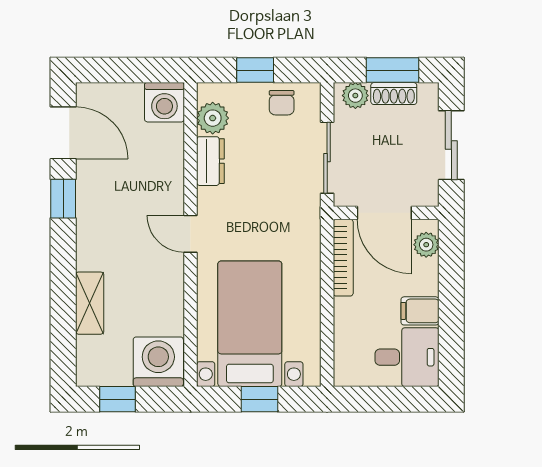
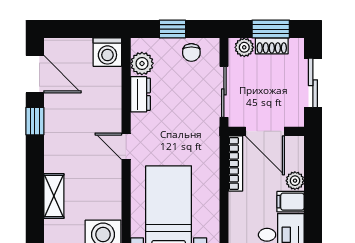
plant: (426, 245) -> (295, 181), moved

